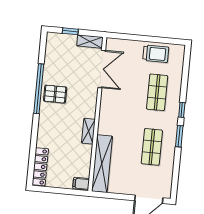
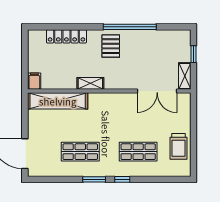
pallet: (55, 94) -> (111, 46), moved
locker: (40, 167) -> (66, 36), moved

